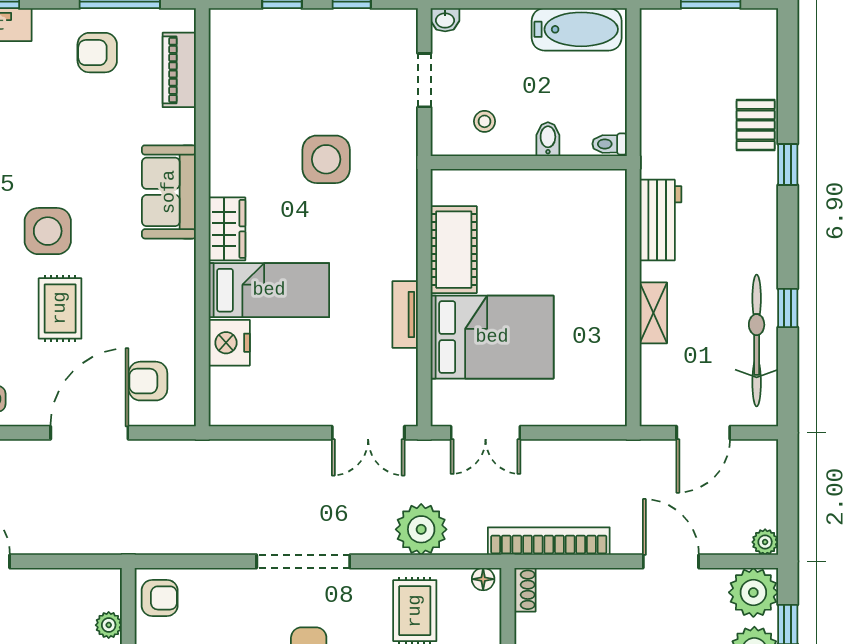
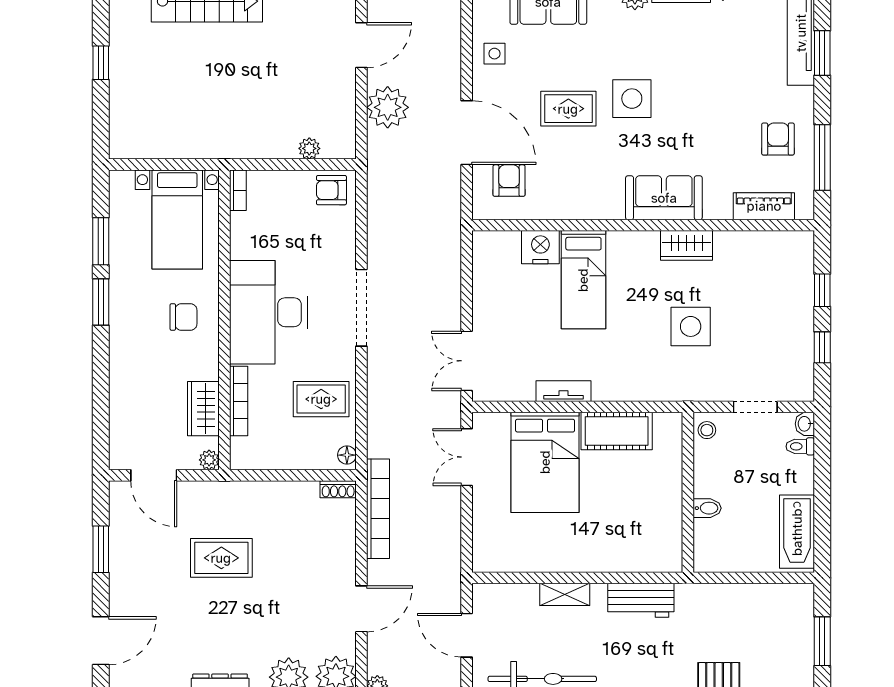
stool: (484, 121) -> (707, 430), moved
toilet: (610, 144) -> (800, 446), moved, turned -90
wardrobe: (227, 229) -> (687, 245), moved
plant: (421, 529) -> (388, 107), moved
armchair: (160, 598) -> (331, 190), turned 90

